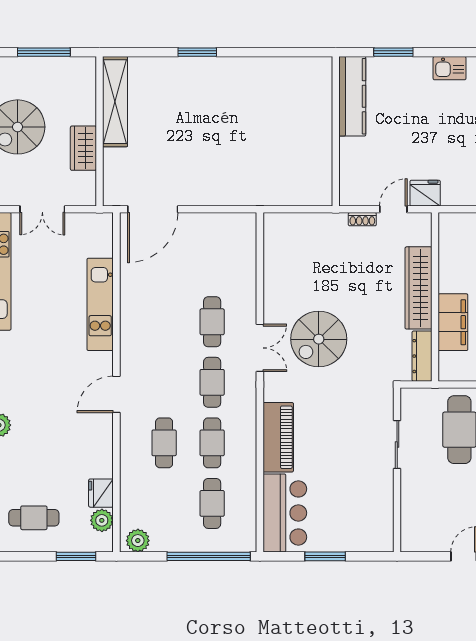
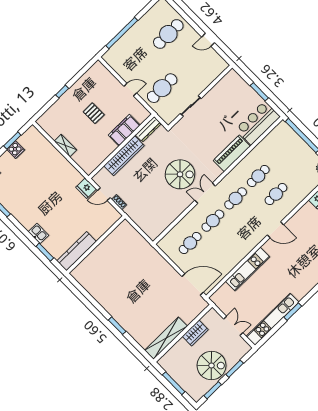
kitchen sink: (450, 68) -> (38, 234), moved
cafe table: (212, 503) -> (190, 243), moved

